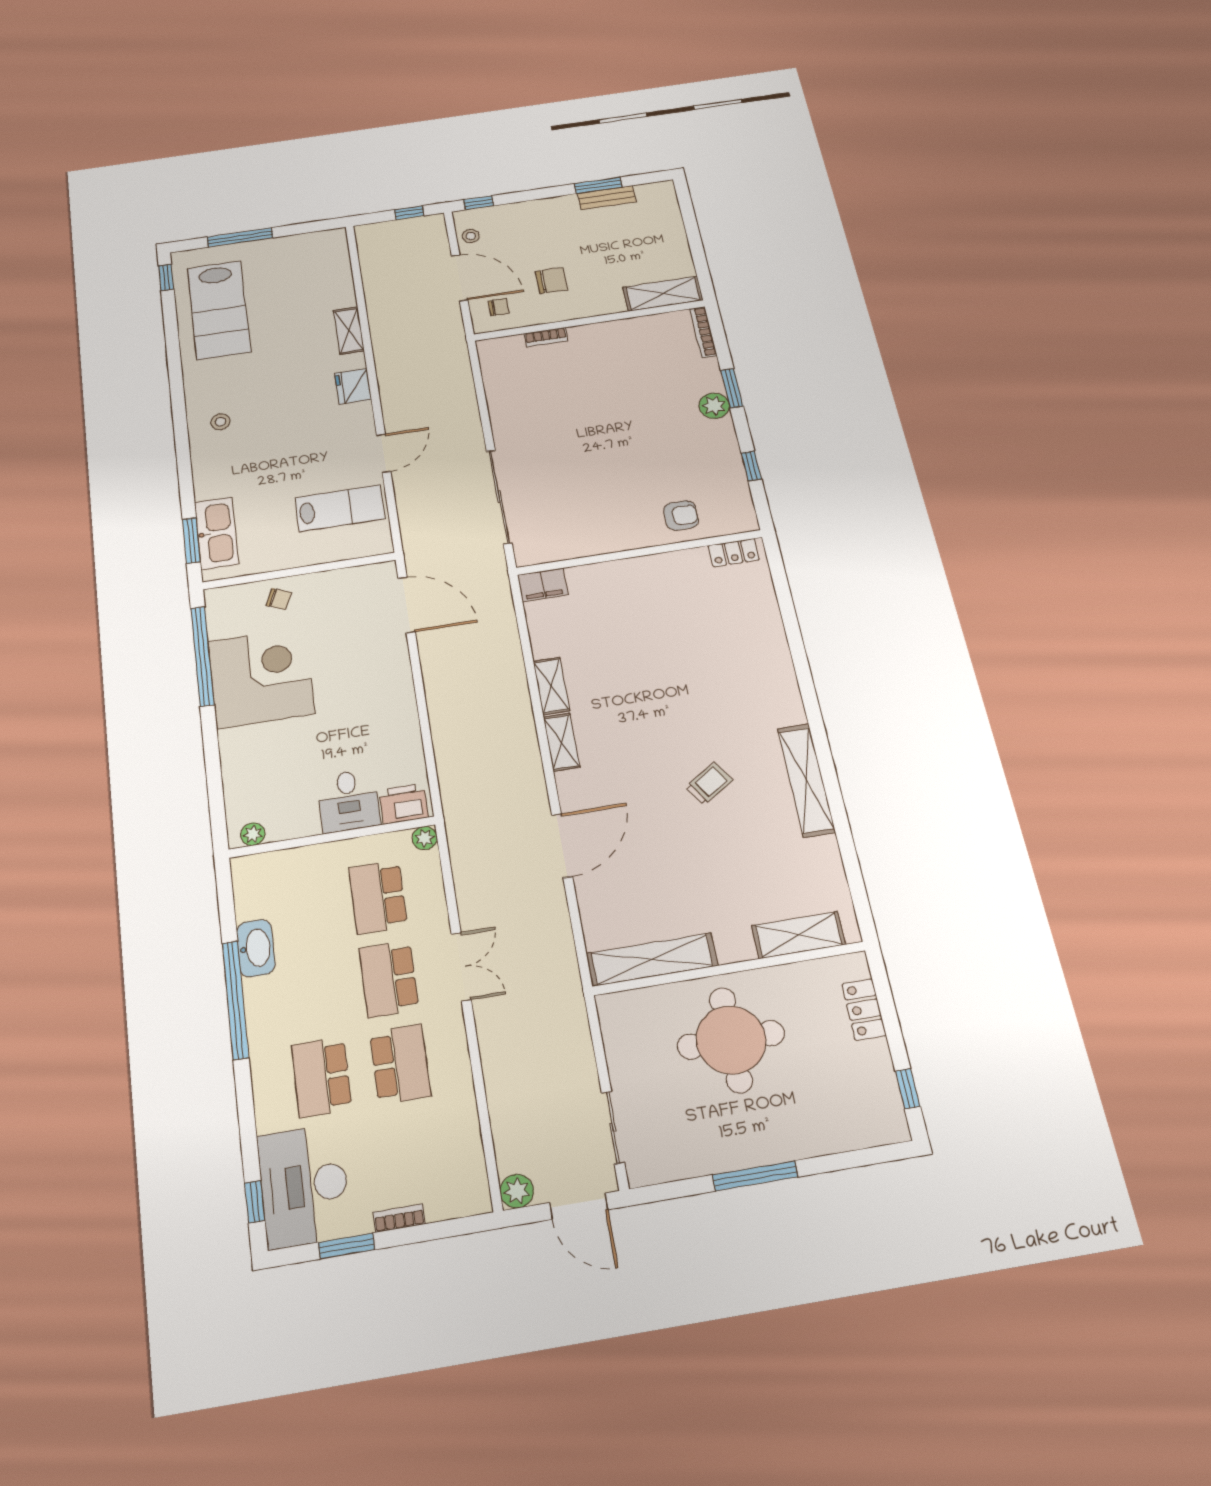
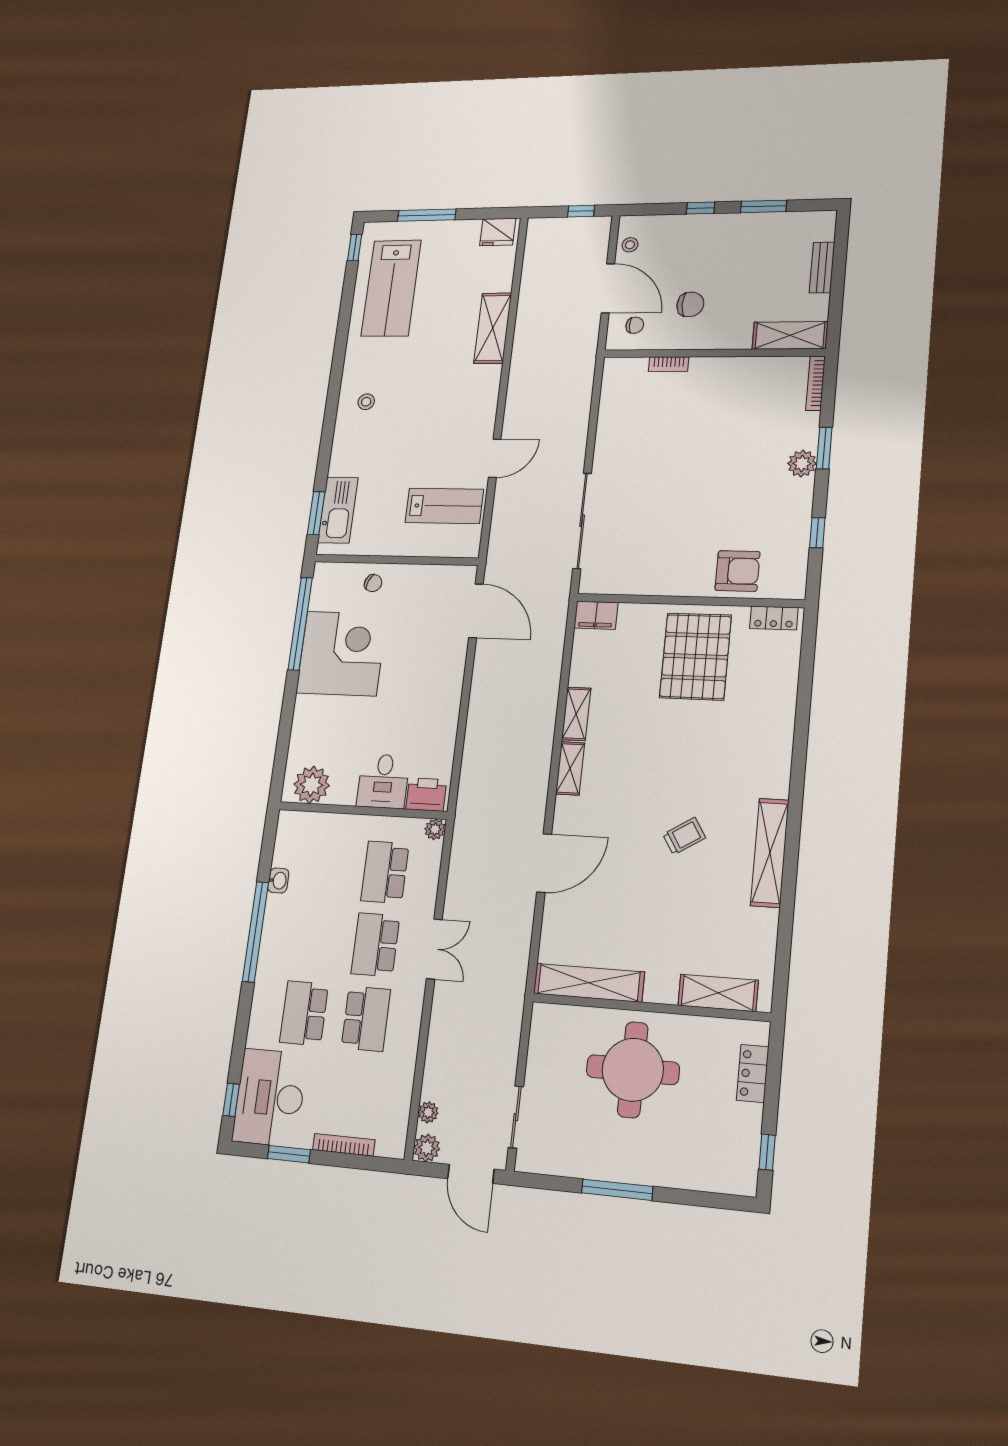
bench: (607, 198) -> (822, 267), moved, turned 90
window: (479, 203) -> (701, 208), moved
shelving: (349, 331) -> (493, 328), width x1.50, depth x1.33
fridge: (353, 386) -> (498, 232), moved, turned -90
armchair: (681, 515) -> (737, 571), width x1.38, depth x1.38
pallet: (663, 605) -> (695, 656), added
plant: (253, 834) -> (312, 785), width x1.88, depth x1.88
washbasin: (256, 948) -> (278, 881), width x0.52, depth x0.69
plant: (507, 1150) -> (428, 1112), added
bookcase: (399, 1218) -> (344, 1145), width x1.56

